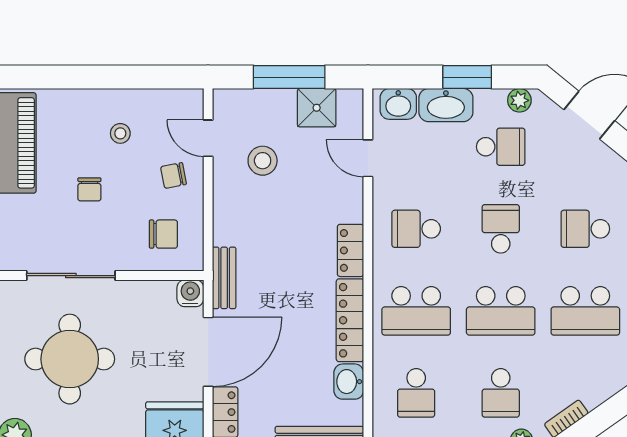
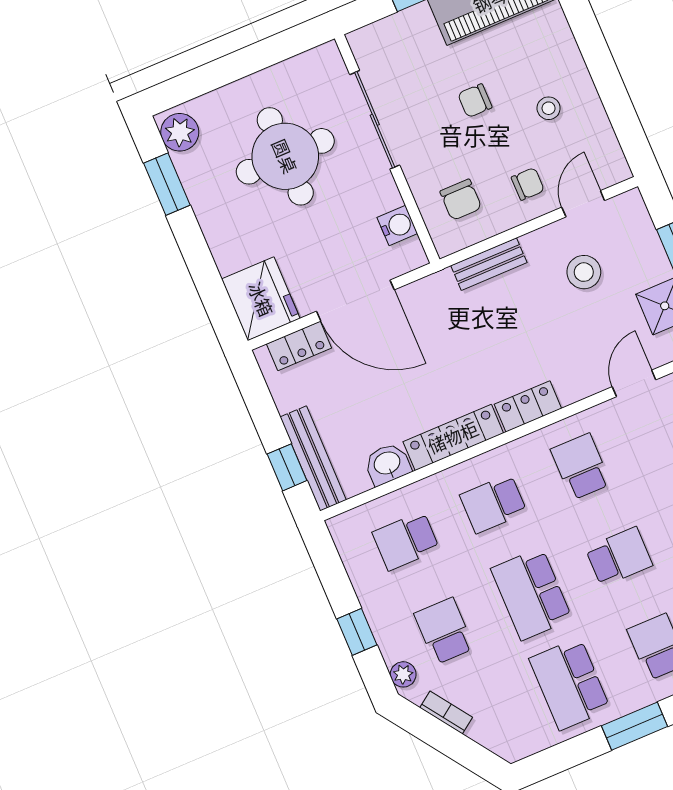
chair: (173, 175) -> (528, 184), turned 101
bench: (224, 278) -> (489, 264), moved
water cooler: (190, 293) -> (397, 226), moved
school desk: (416, 311) -> (493, 504), width x0.54
school desk: (501, 393) -> (444, 631), turned 90

